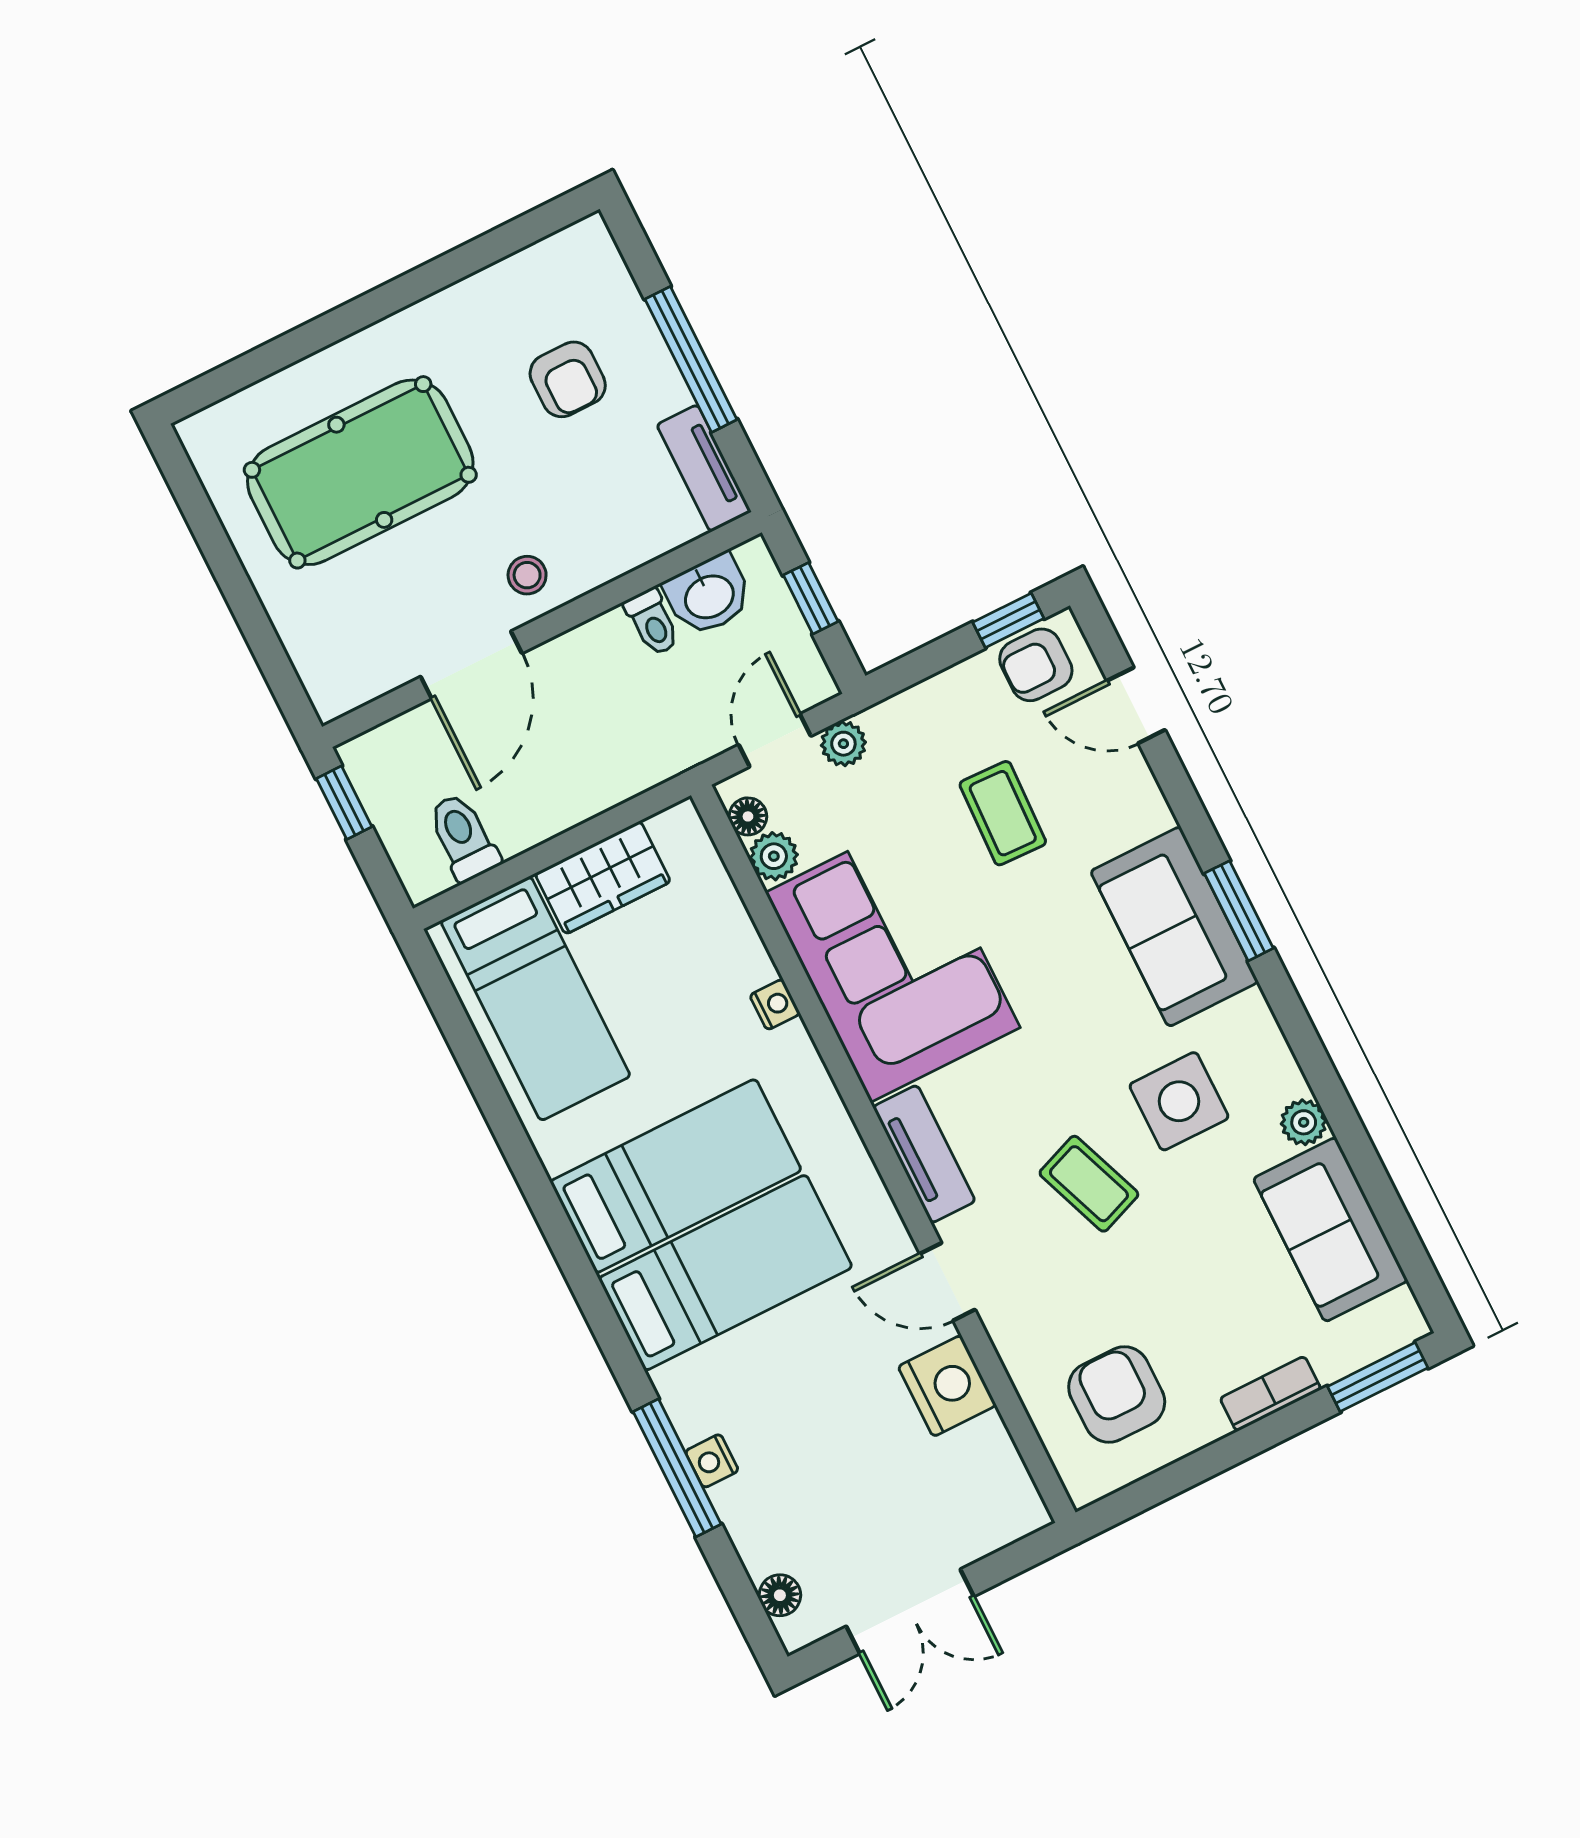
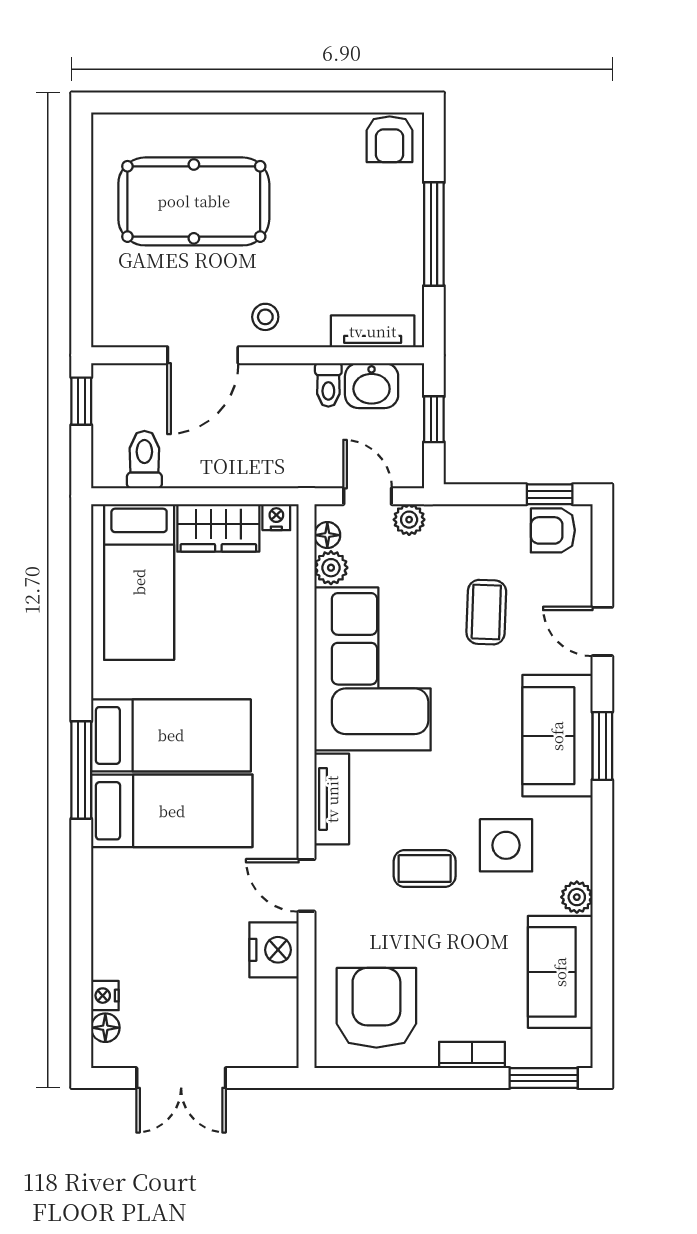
armchair: (568, 379) -> (390, 139), moved
tv unit: (704, 468) -> (373, 331), moved, turned 90
door: (1136, 705) -> (602, 631), moved
door: (775, 740) -> (368, 496), hinge flipped
nightstand: (775, 1005) -> (276, 517), moved, turned -90
coffee table: (1089, 1184) -> (425, 869), turned -69
armchair: (1117, 1395) -> (376, 1008), width x1.36, depth x1.36
nightstand: (712, 1461) -> (105, 996), moved
window: (677, 1468) -> (81, 770), moved

